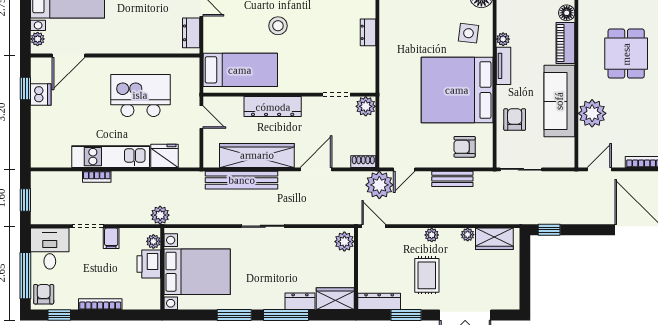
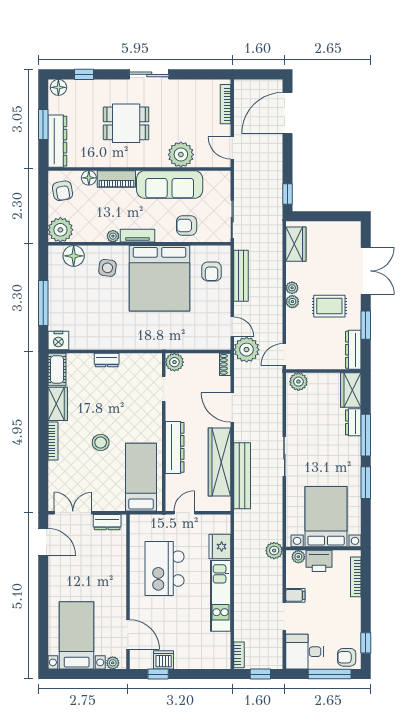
bookcase: (97, 177) -> (239, 655), moved
bench: (452, 179) -> (241, 276), width x1.36
plant: (468, 235) -> (292, 288), moved
bookcase: (100, 304) -> (356, 577), moved

